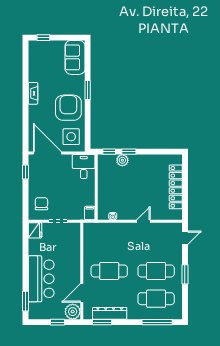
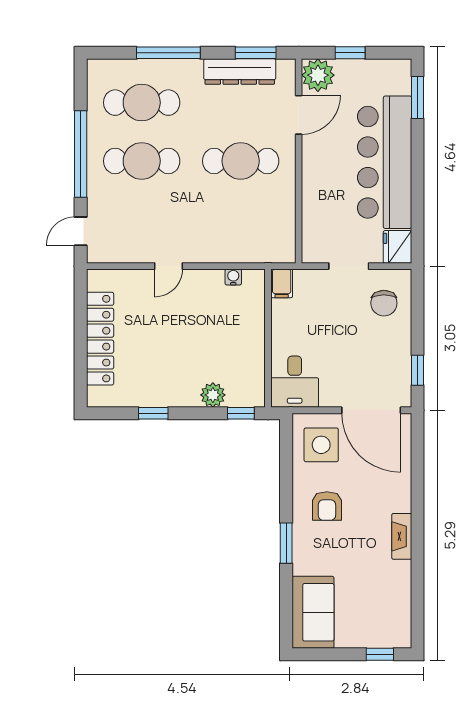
armchair: (68, 108) -> (327, 506), width x0.53, depth x0.53
window: (129, 152) -> (153, 413), moved
window: (185, 274) -> (81, 154), width x2.11
bar counter: (41, 279) -> (385, 162), width x1.36
window: (157, 322) -> (168, 53), moved

